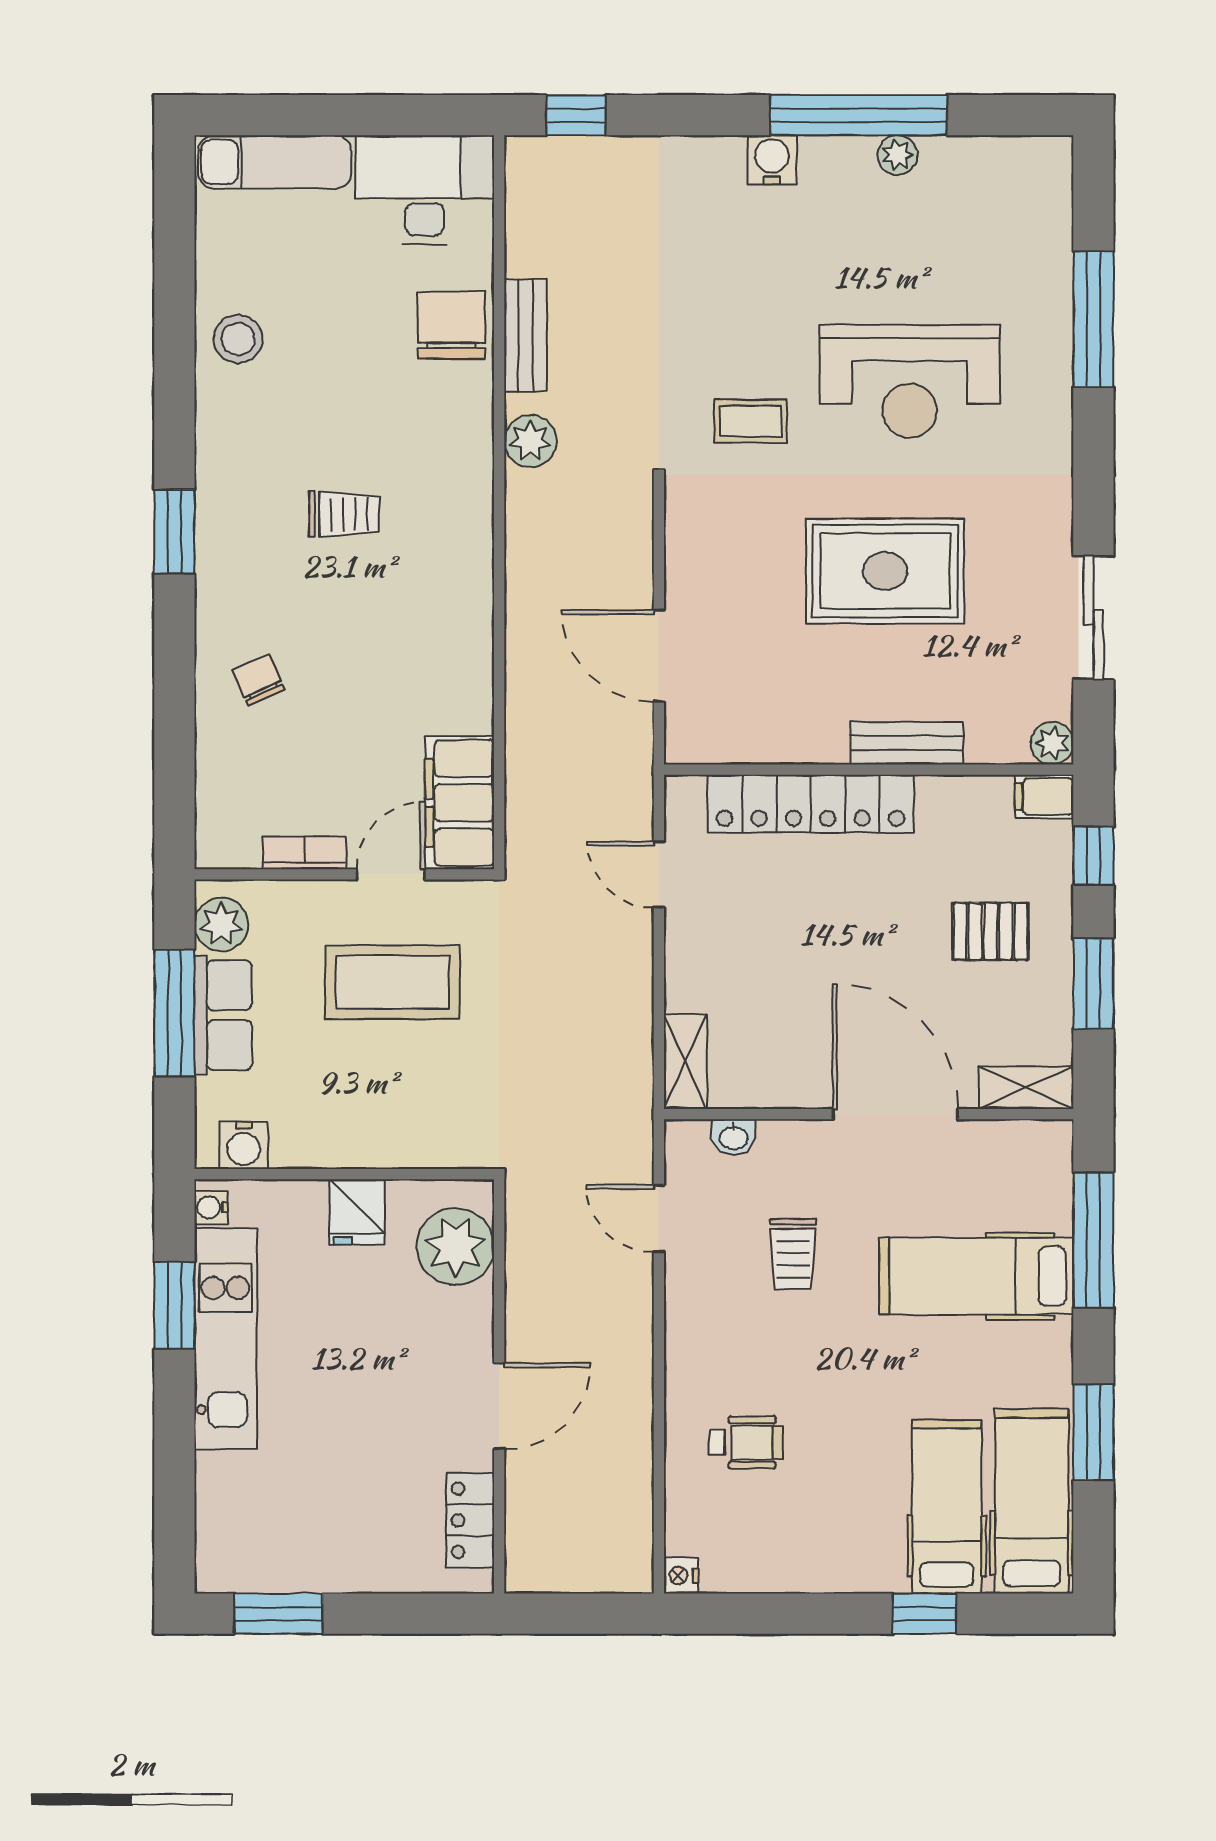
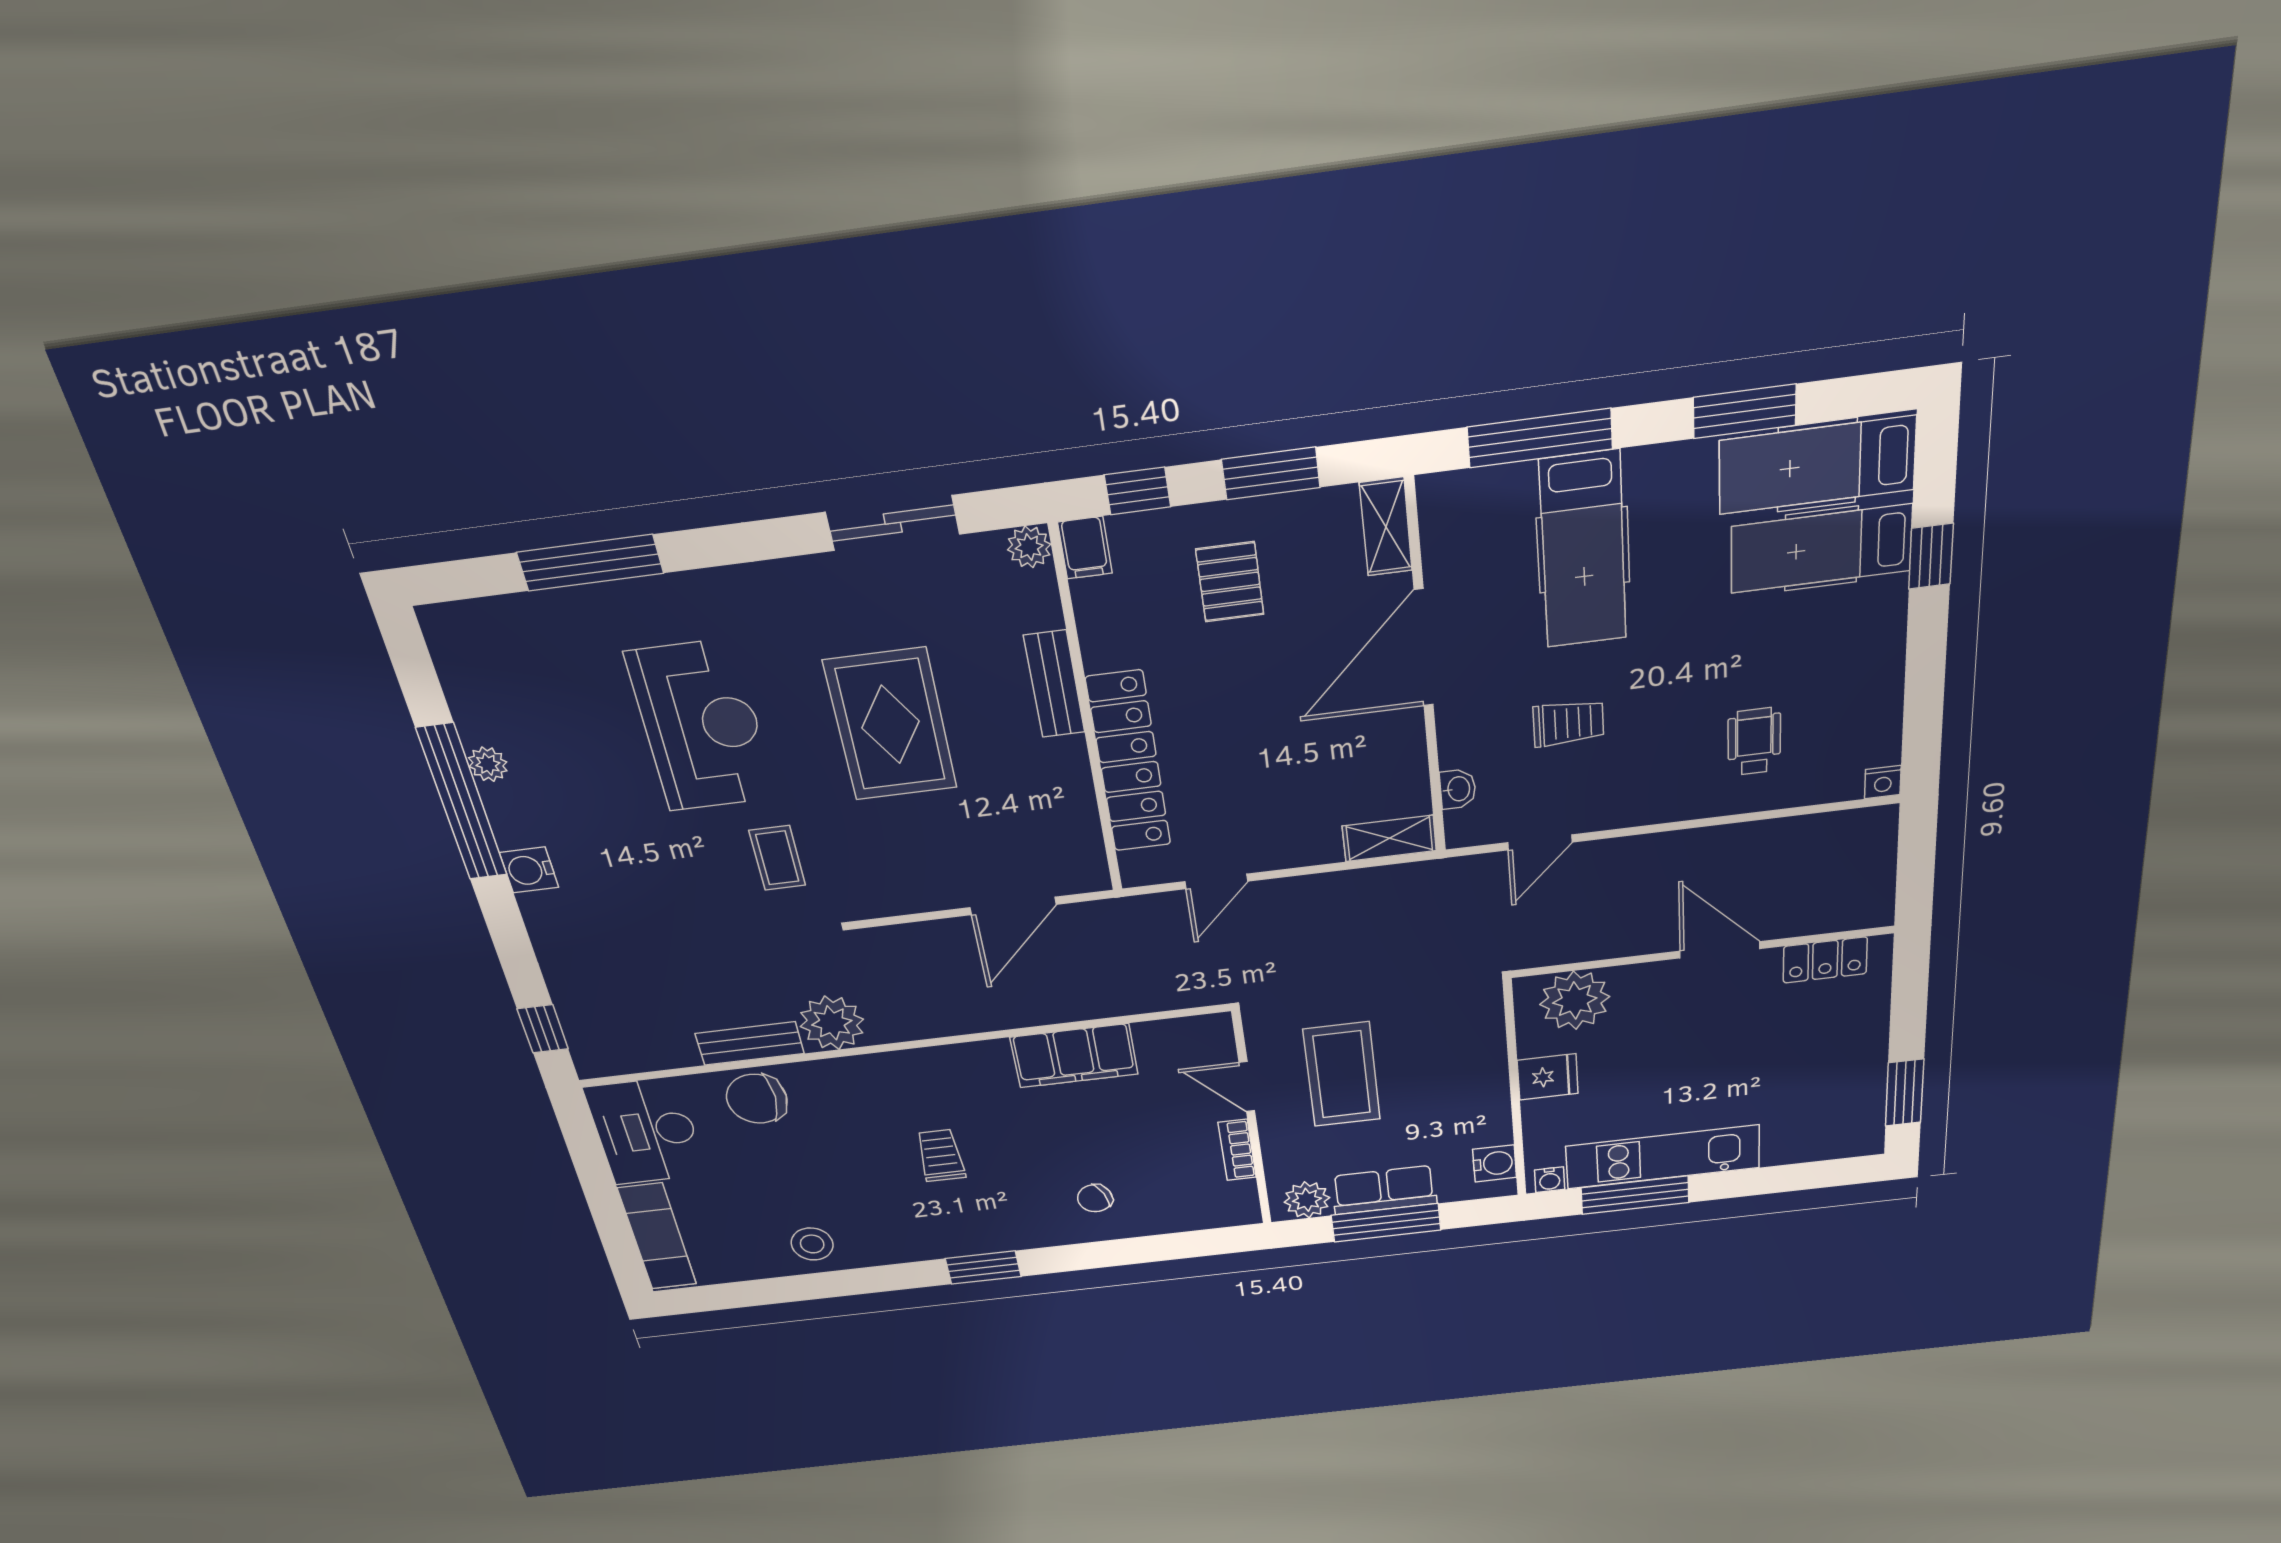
plant: (530, 441) -> (832, 1023), width x1.36, depth x1.36
filing cabinet: (460, 803) -> (1074, 1056), moved
window: (174, 1305) -> (1635, 1195), width x1.44

